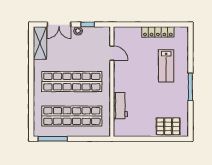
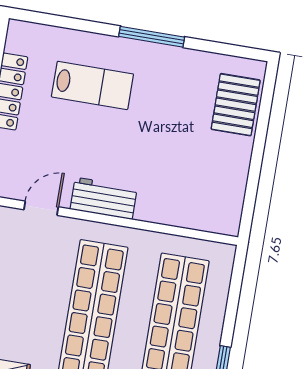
workbench: (120, 106) -> (104, 198), moved

